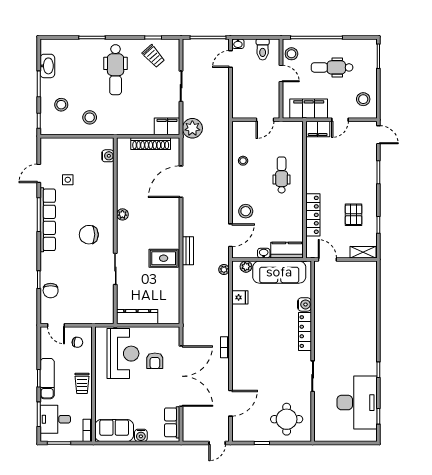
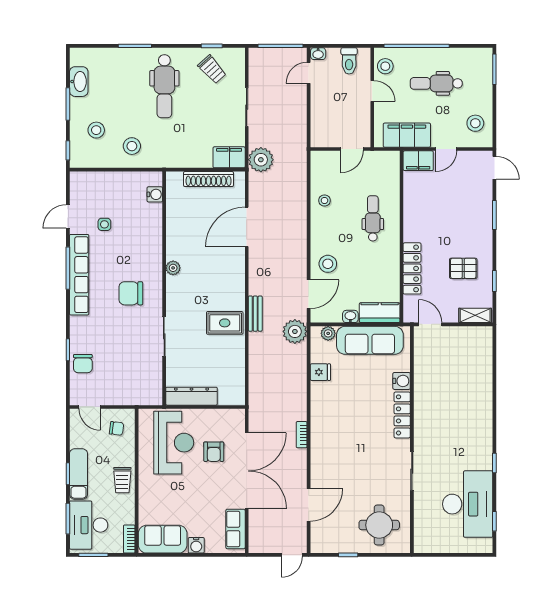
pallet: (354, 215) -> (463, 268), turned 90
plant: (224, 270) -> (295, 331), width x1.88, depth x1.88
desk: (55, 419) -> (89, 525), width x1.37

